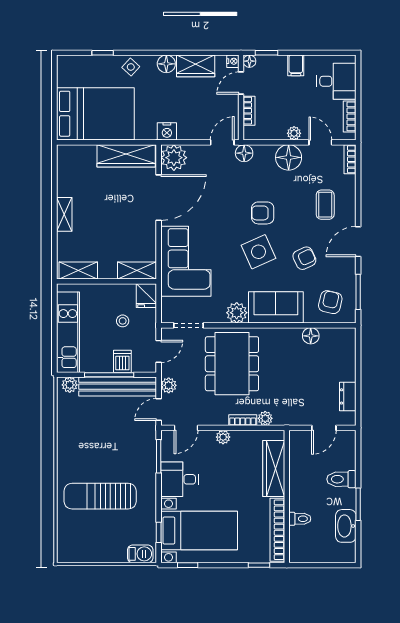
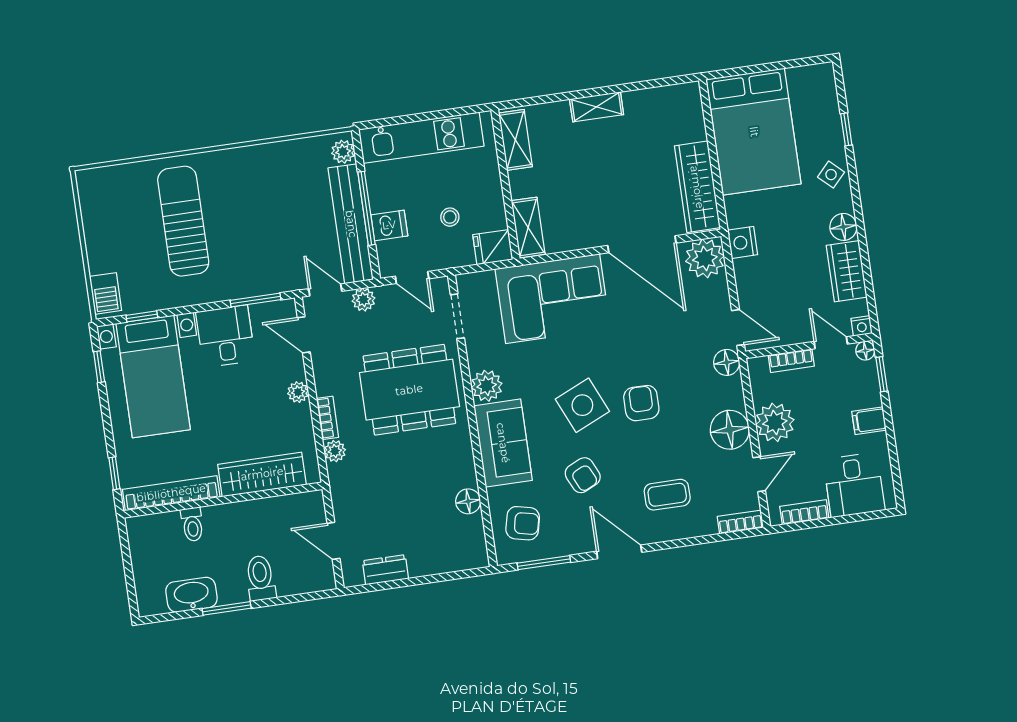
plant: (294, 133) -> (775, 422), width x1.88, depth x1.88

